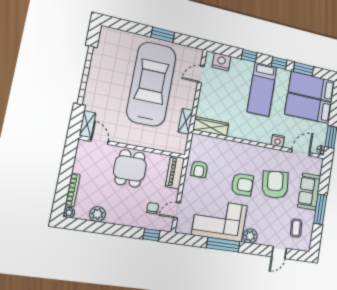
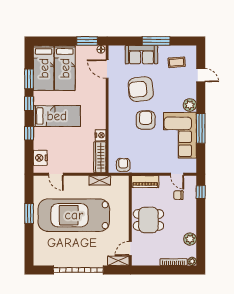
nightstand: (278, 141) -> (101, 135), moved
armchair: (199, 169) -> (123, 165), moved, turned -90

